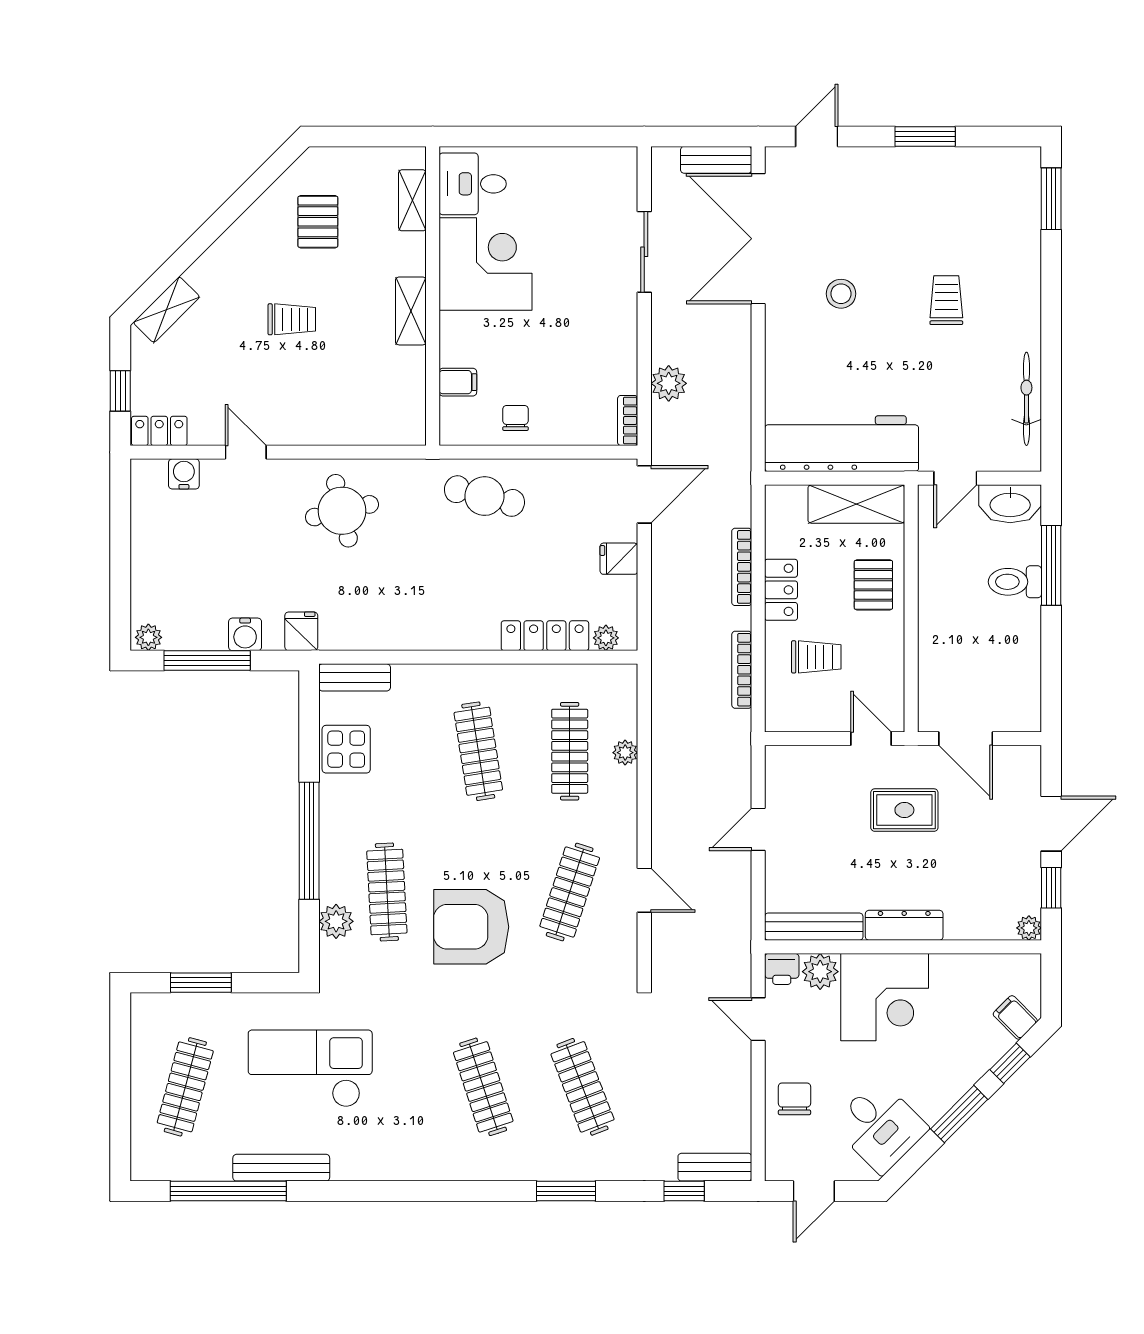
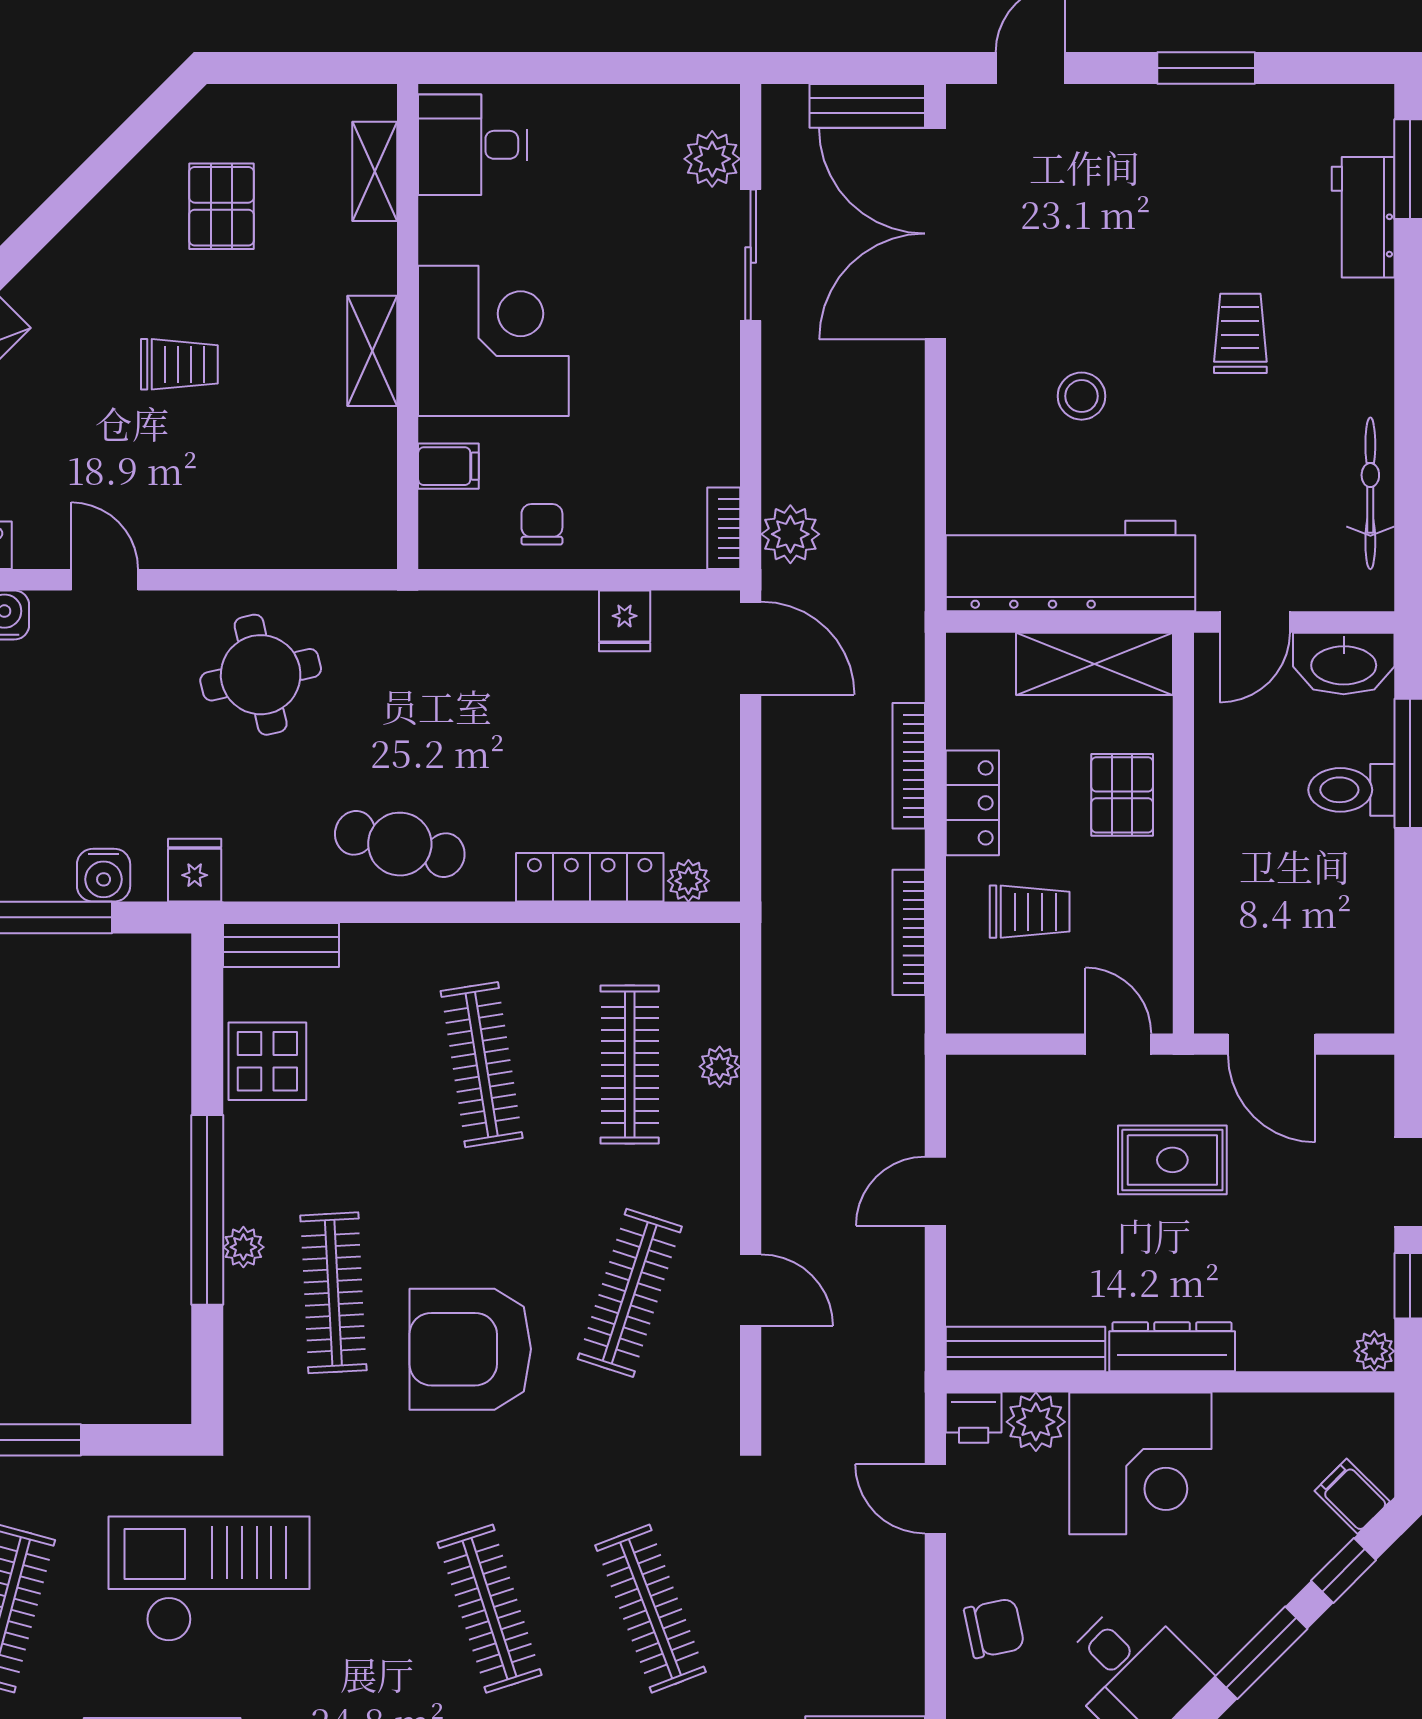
plant: (621, 193) -> (712, 159), added
workbench: (1022, 229) -> (1363, 217), added
corner desk: (486, 264) -> (493, 341), moved
stool: (841, 294) -> (1082, 396), moved
plant: (669, 383) -> (790, 534), moved
door: (644, 494) -> (751, 648), hinge flipped
cafe table: (484, 496) -> (400, 844), moved
fridge: (619, 559) -> (625, 621), moved, turned -90
plant: (336, 921) -> (243, 1247), moved, width x0.73, depth x0.73
chair: (794, 1099) -> (994, 1628), turned 78

